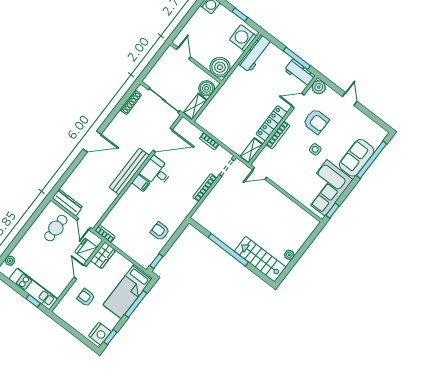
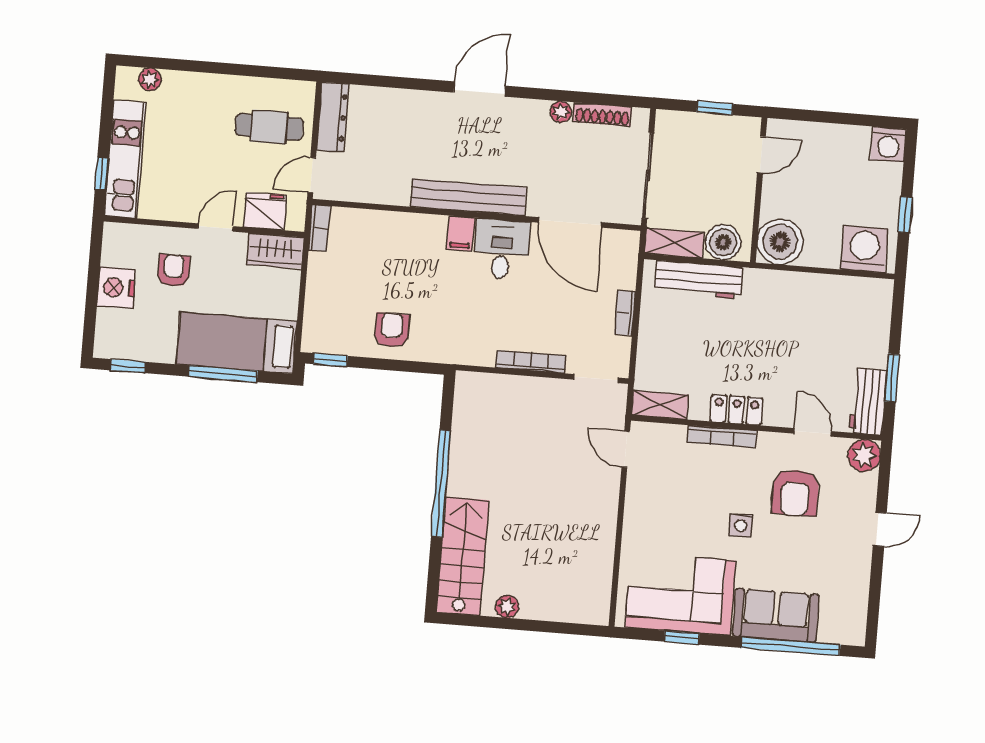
workbench: (255, 53) -> (699, 280), moved
window: (297, 58) -> (892, 378), width x0.69
window: (155, 59) -> (715, 108), added
plant: (120, 117) -> (561, 112), added
locker: (271, 123) -> (737, 410), width x0.66
door: (92, 142) -> (479, 89), swing flipped
window: (332, 211) -> (682, 638), moved
nightstand: (100, 334) -> (116, 288), moved, turned 90

